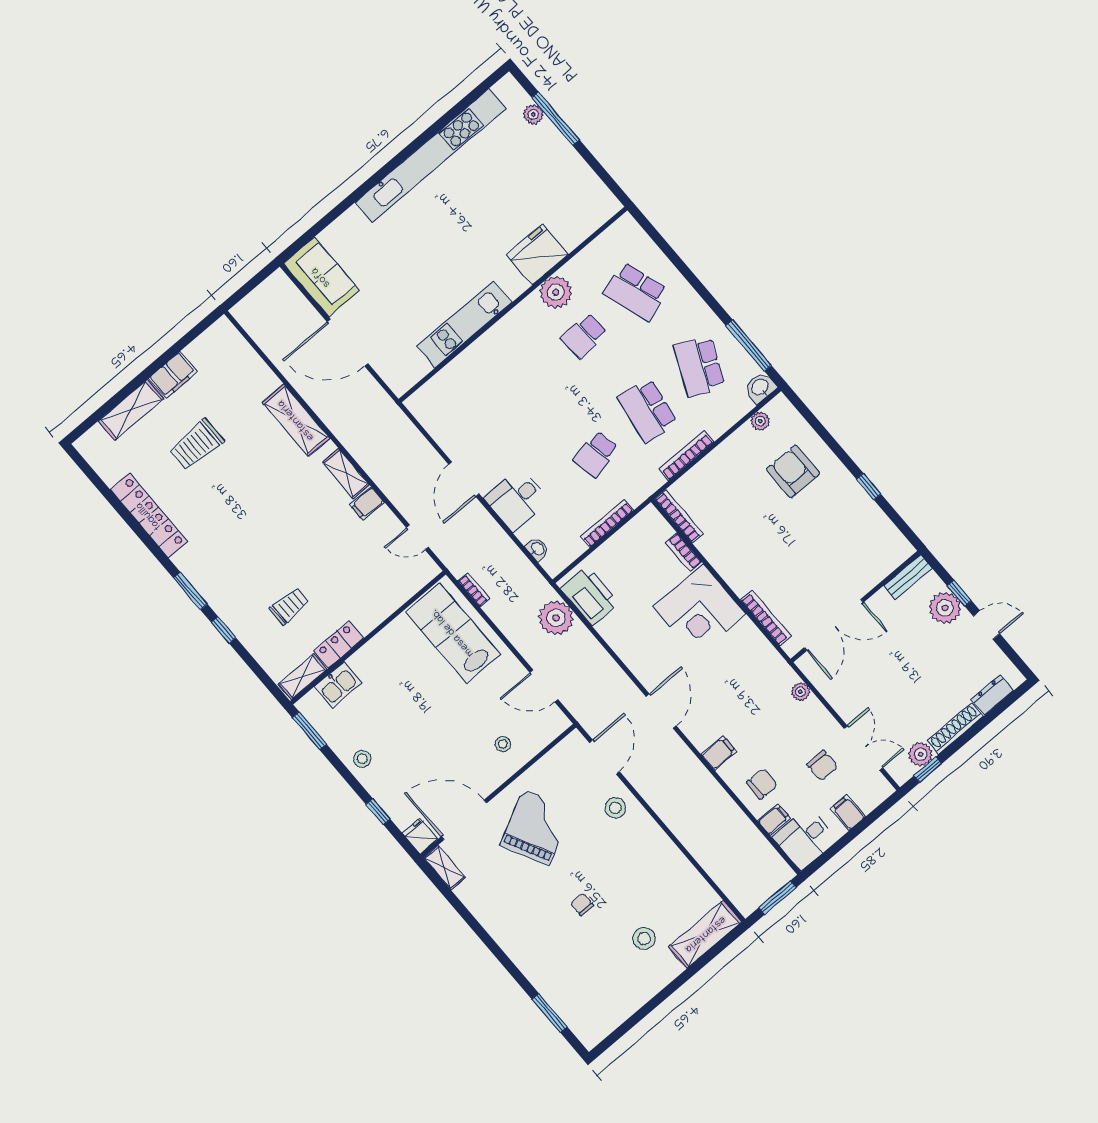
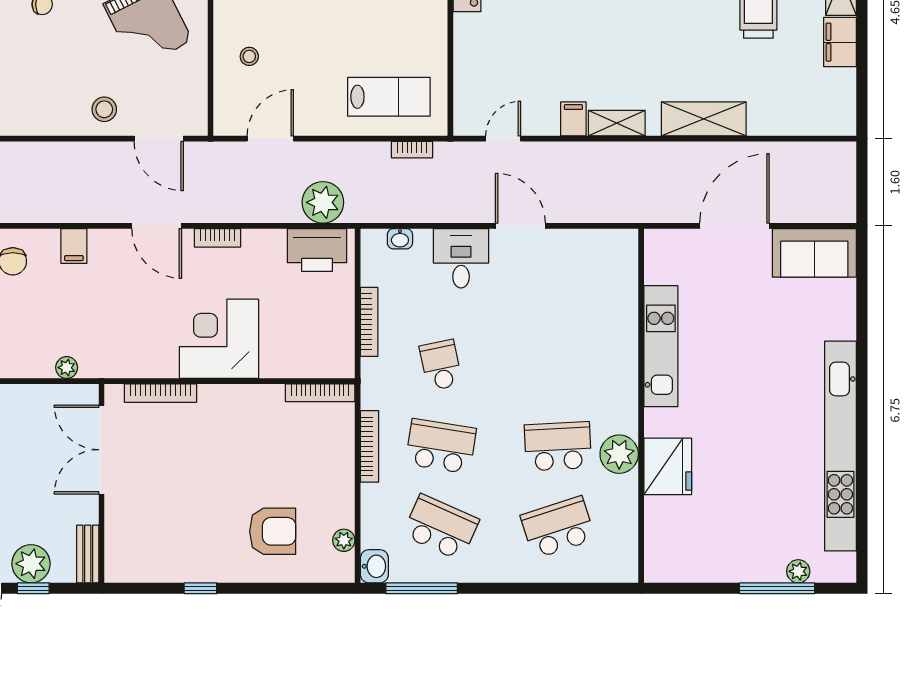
school desk: (584, 336) -> (558, 446), width x1.85
bookcase: (684, 552) -> (217, 238), moved, turned 180
lab bench: (453, 633) -> (389, 97), width x0.73, depth x0.72

